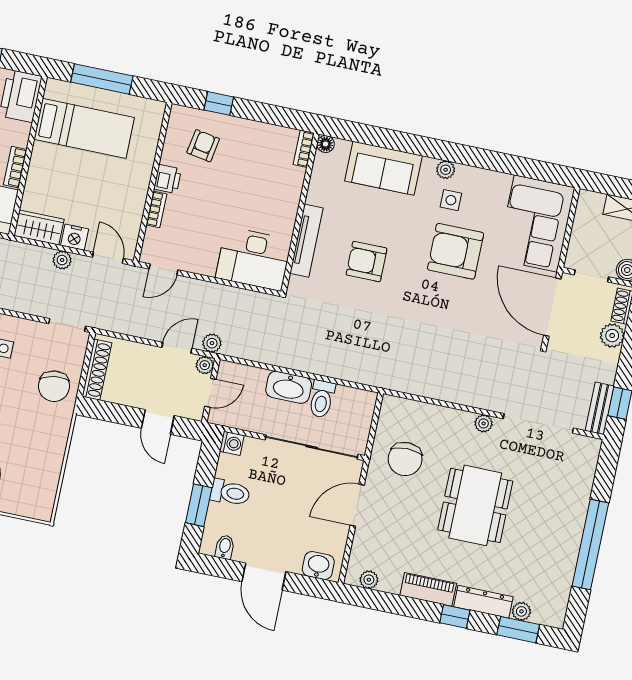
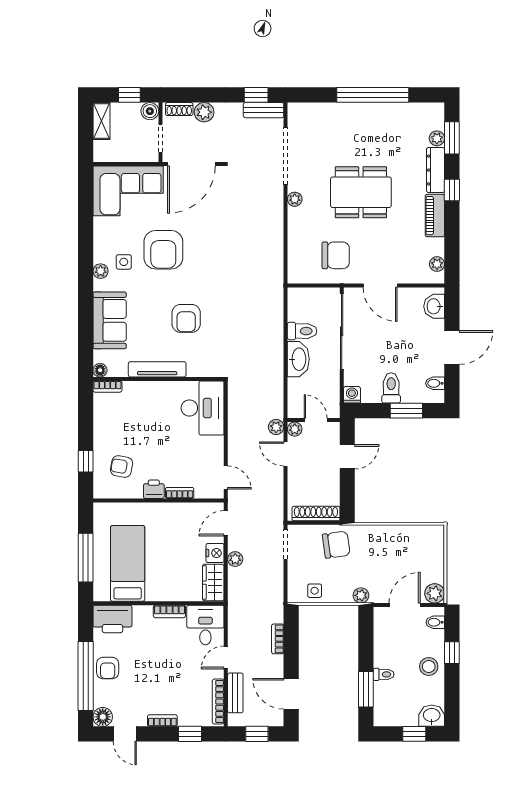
tv unit: (306, 241) -> (157, 369), moved

